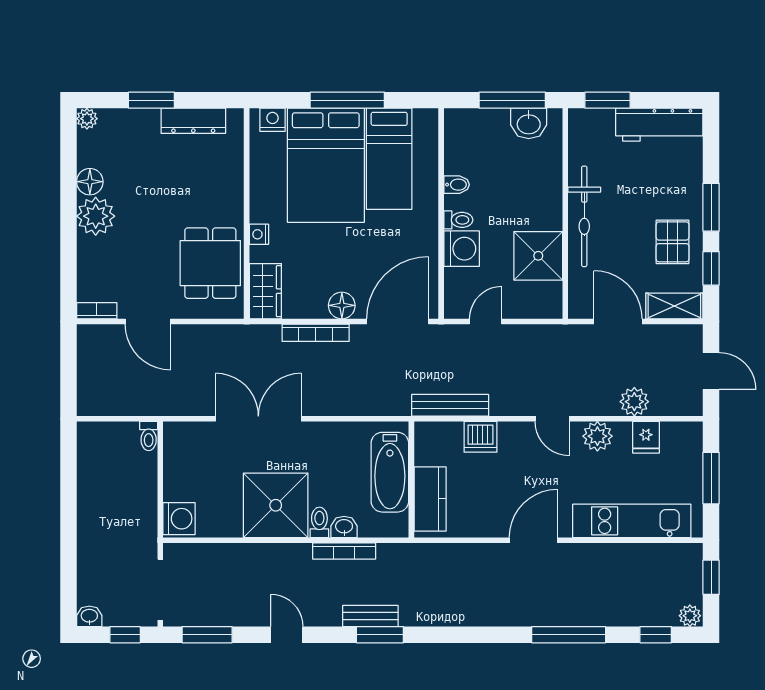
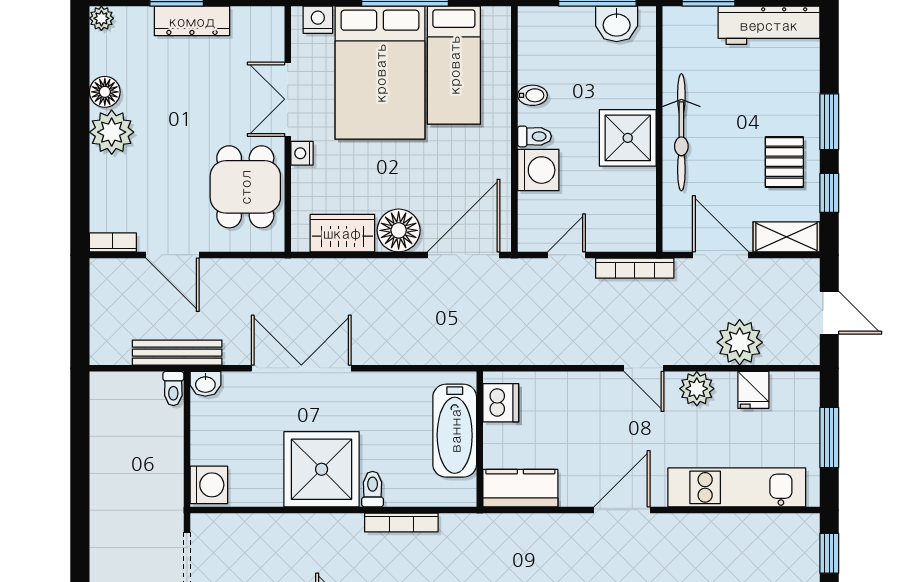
dresser: (193, 121) -> (192, 21), moved
double door: (247, 188) -> (288, 99), added
shower: (538, 256) -> (628, 138), moved
wardrobe: (265, 291) -> (342, 233), moved, turned -90
floor lamp: (342, 305) -> (399, 230), width x1.38, depth x1.38
bookcase: (316, 333) -> (635, 268), moved
plant: (634, 402) -> (740, 342), width x1.36, depth x1.36
bench: (450, 405) -> (177, 353), moved
dishwasher: (480, 437) -> (501, 403), moved, turned -90
kitchen counter: (430, 499) -> (520, 488), moved, turned -90
washbasin: (344, 527) -> (205, 384), moved, turned 180

